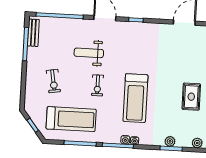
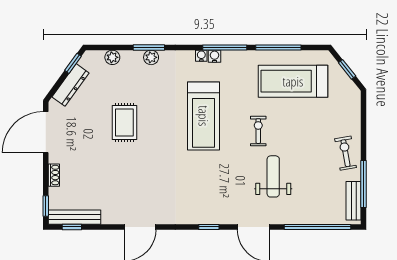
weight bench: (89, 53) -> (273, 176), turned -90
exercise bike: (53, 81) -> (346, 153), moved
treadmill: (135, 98) -> (204, 116), turned 180

